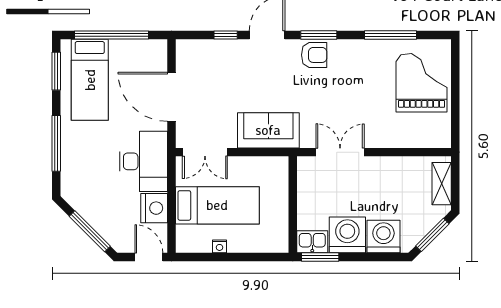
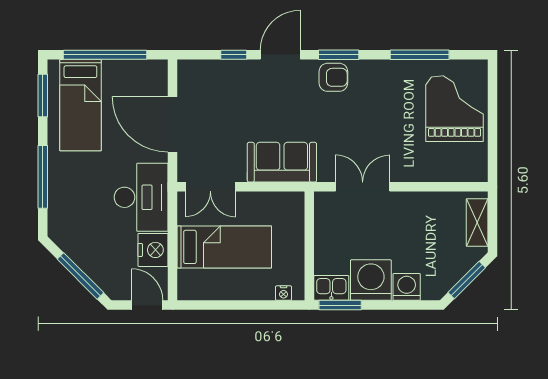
washing machine: (383, 236) -> (407, 287), width x0.73, depth x0.73
nightstand: (219, 246) -> (284, 293), moved

